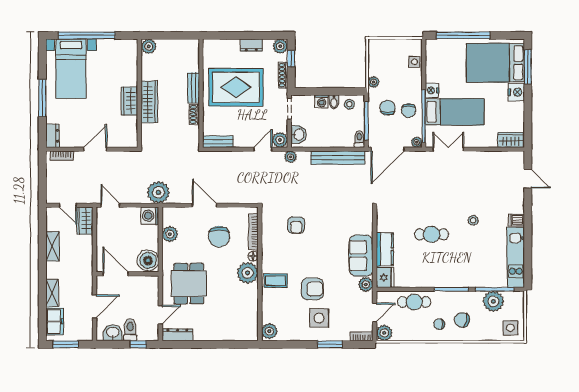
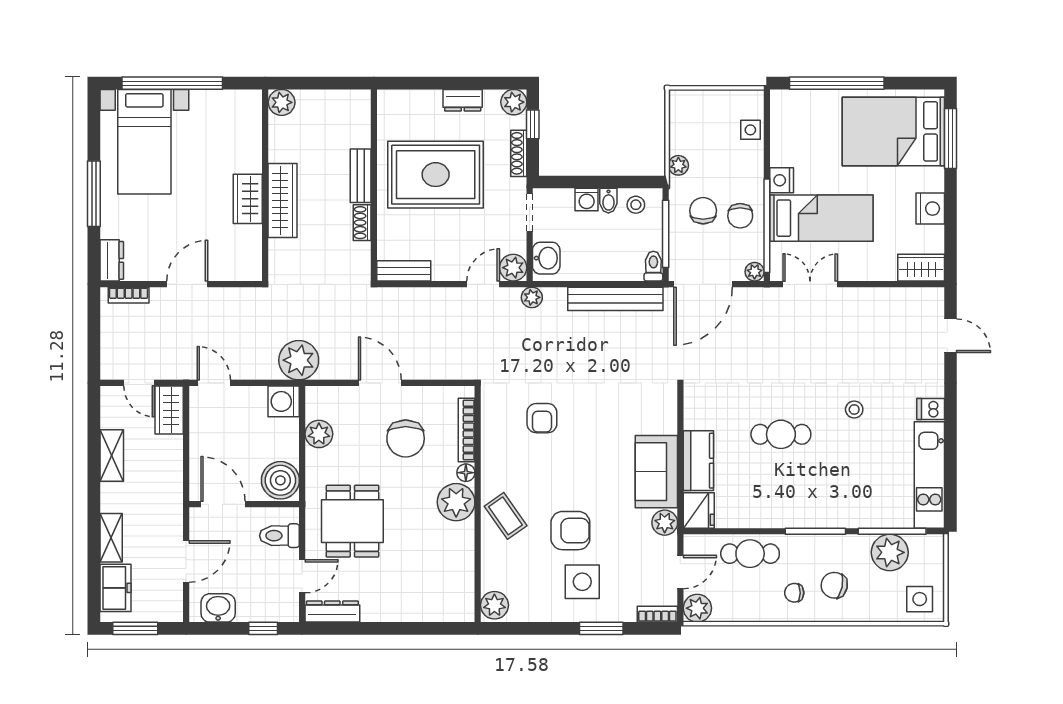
nightstand: (516, 92) -> (930, 209), moved
coffee table: (276, 281) -> (506, 516), turned 55
toilet: (130, 330) -> (279, 536), moved, turned -90

